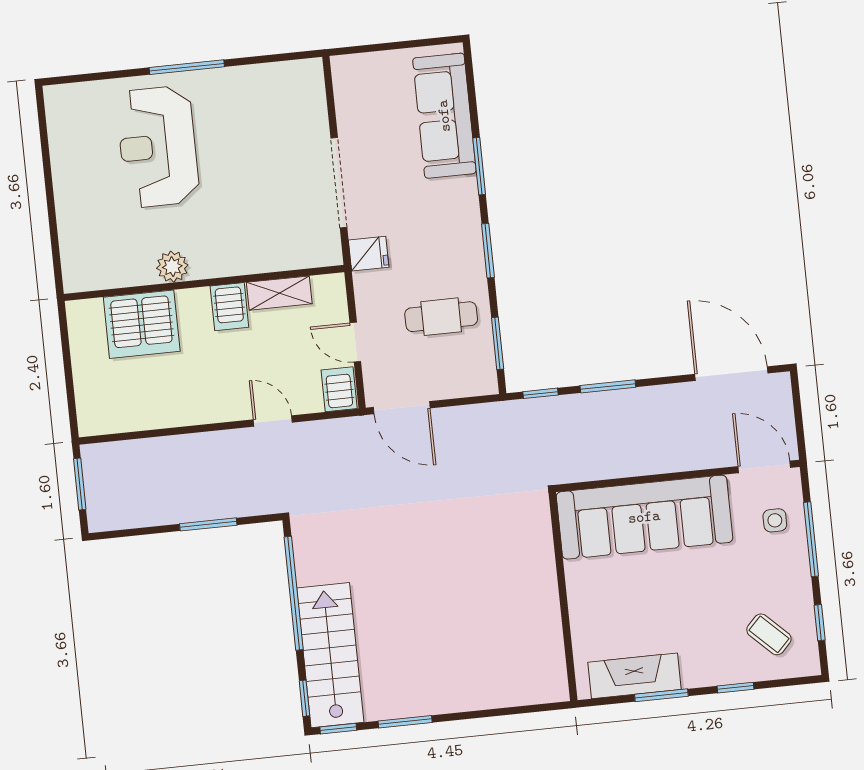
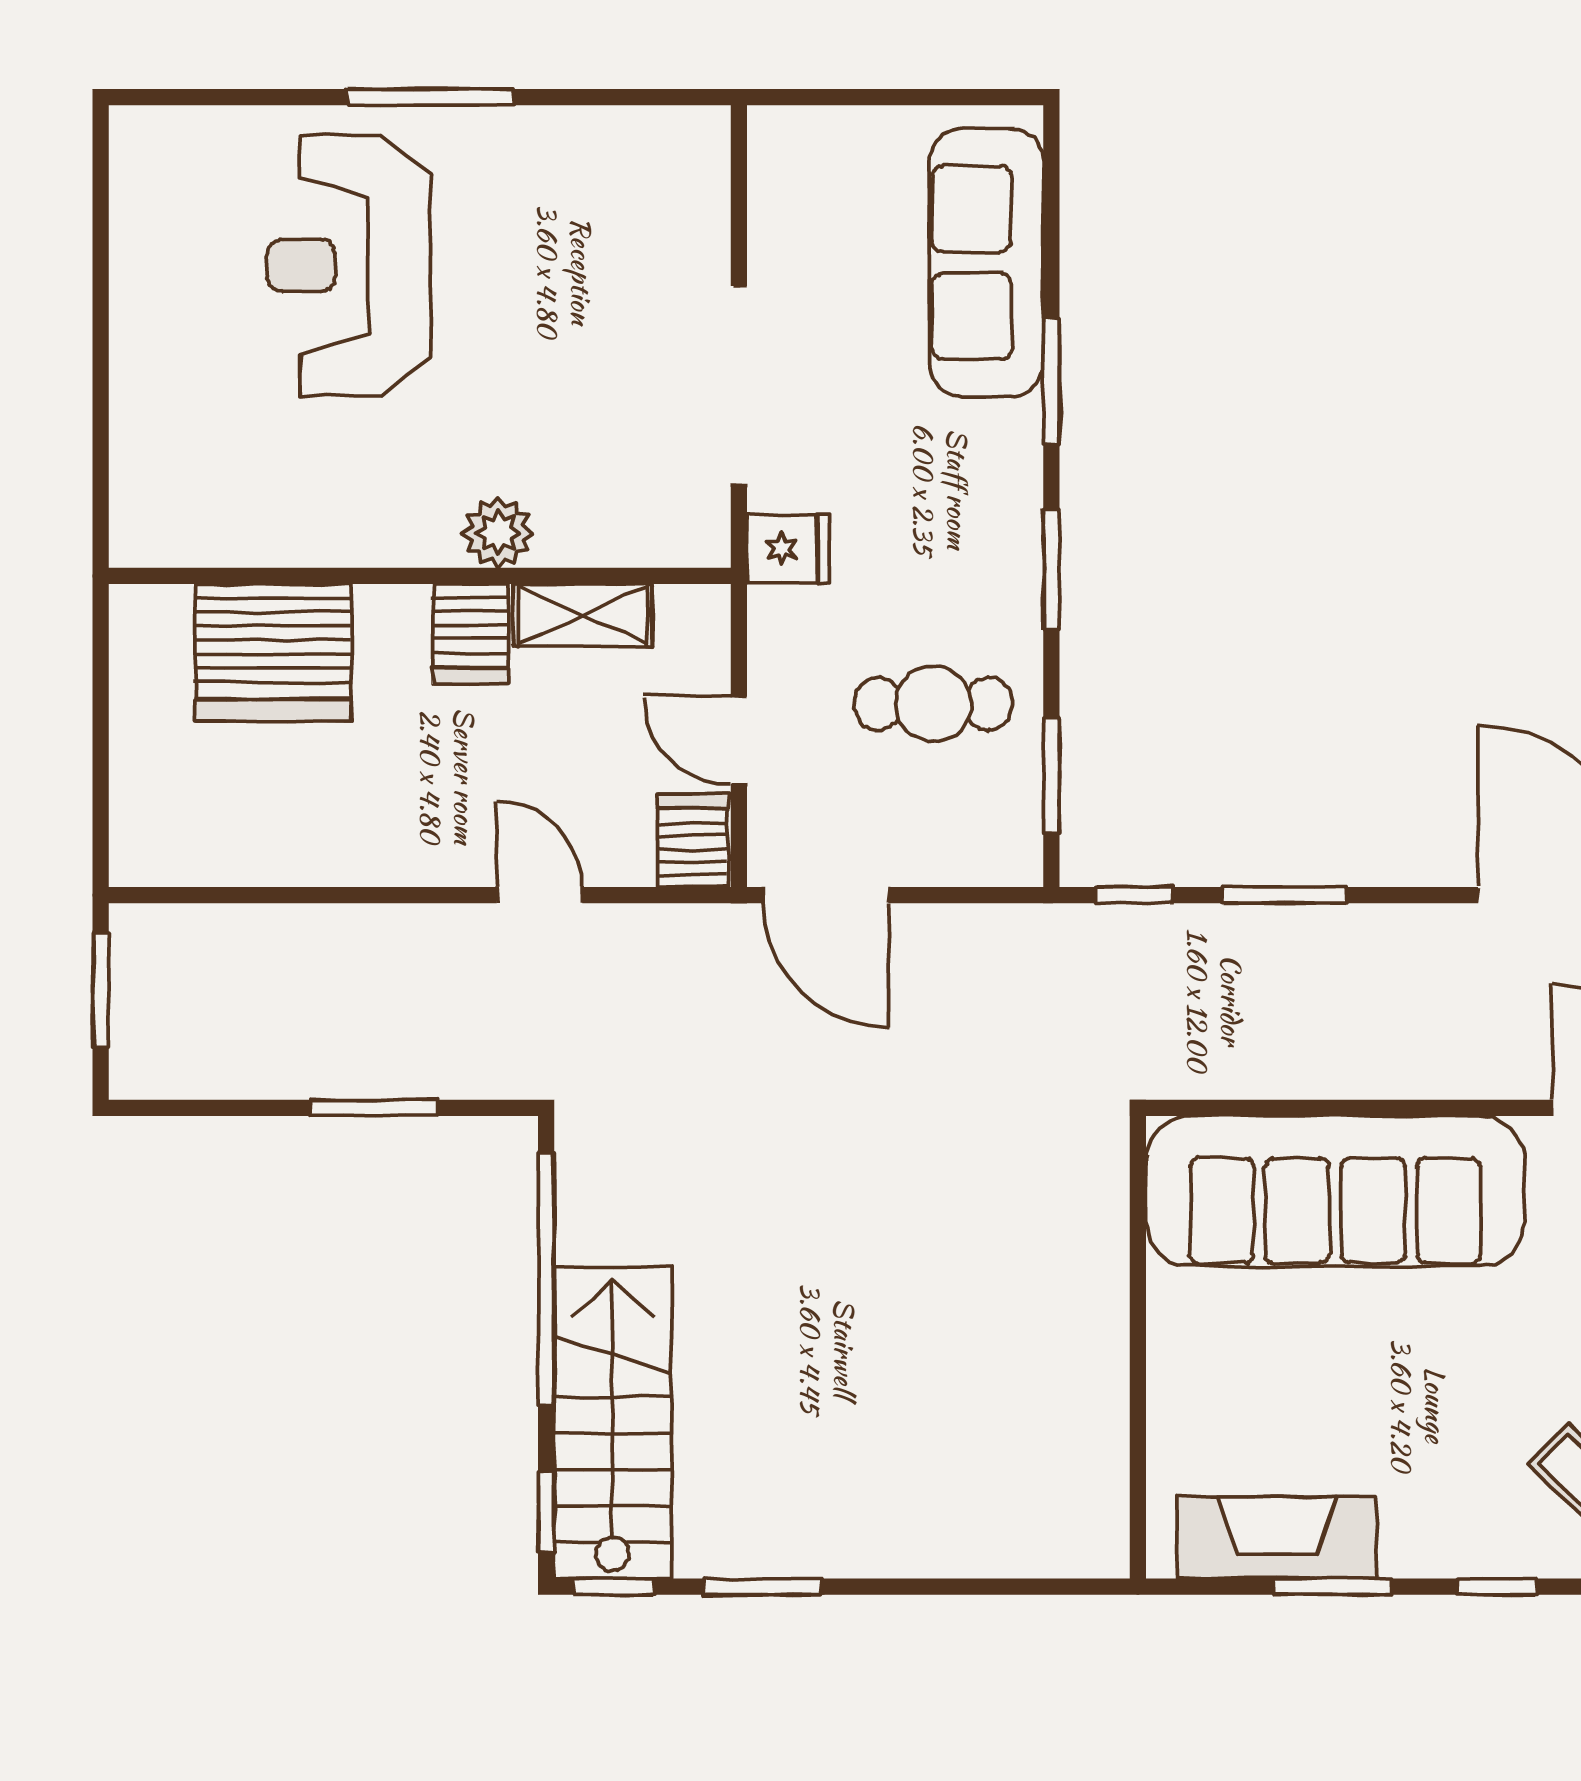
plant: (172, 267) -> (498, 533), moved

